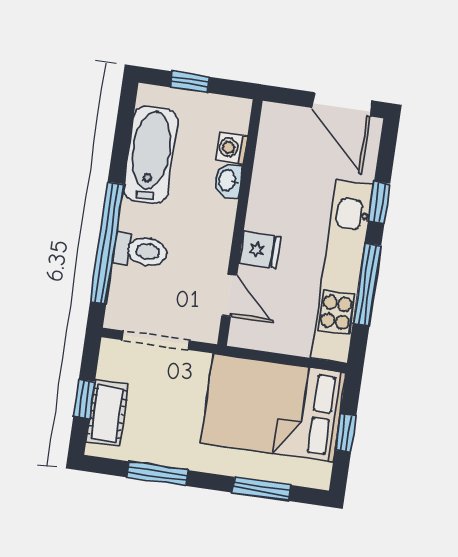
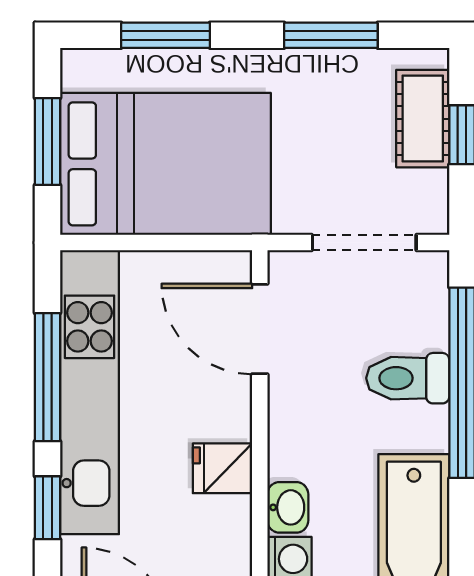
fridge: (260, 250) -> (223, 468), moved
door: (229, 295) -> (260, 329), width x1.38
window: (346, 433) -> (48, 141), width x1.50

